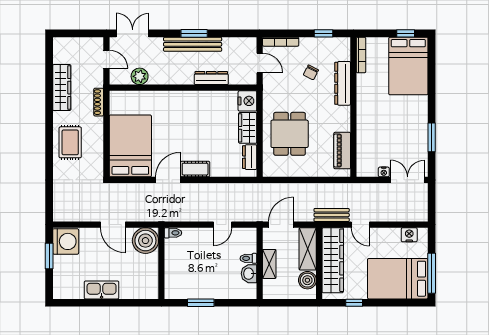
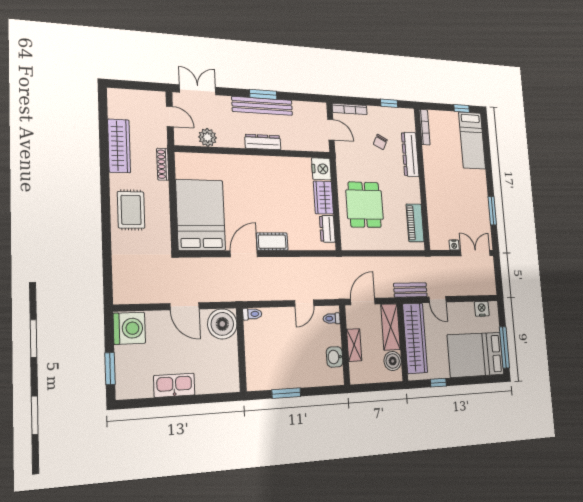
bed: (408, 66) -> (472, 140), width x0.67
dresser: (211, 78) -> (263, 142), moved
window: (49, 256) -> (110, 369), moved
toilet: (248, 258) -> (332, 318), moved

